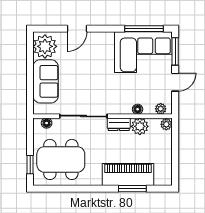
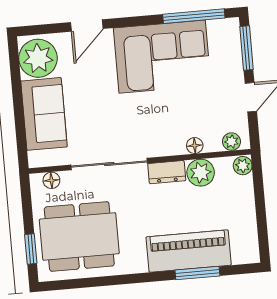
corner sofa: (143, 52) -> (162, 57), moved

